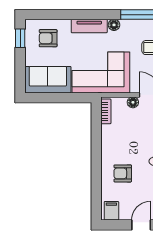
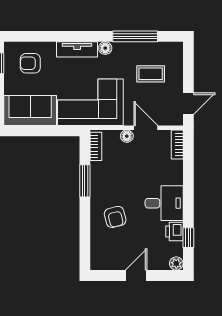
window: (96, 142) -> (85, 181), added
armchair: (123, 173) -> (115, 217), turned -104
filing cabinet: (111, 211) -> (102, 259), removed

